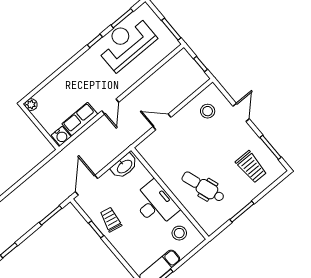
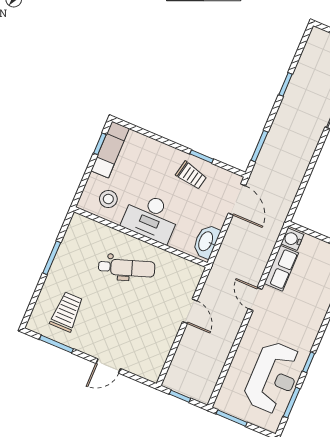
stool: (208, 111) -> (146, 349), removed
door: (241, 112) -> (108, 366), hinge flipped
door: (162, 122) -> (190, 311), hinge flipped
trolley: (251, 167) -> (67, 312), turned 90
dental chair: (203, 187) -> (127, 268), moved

